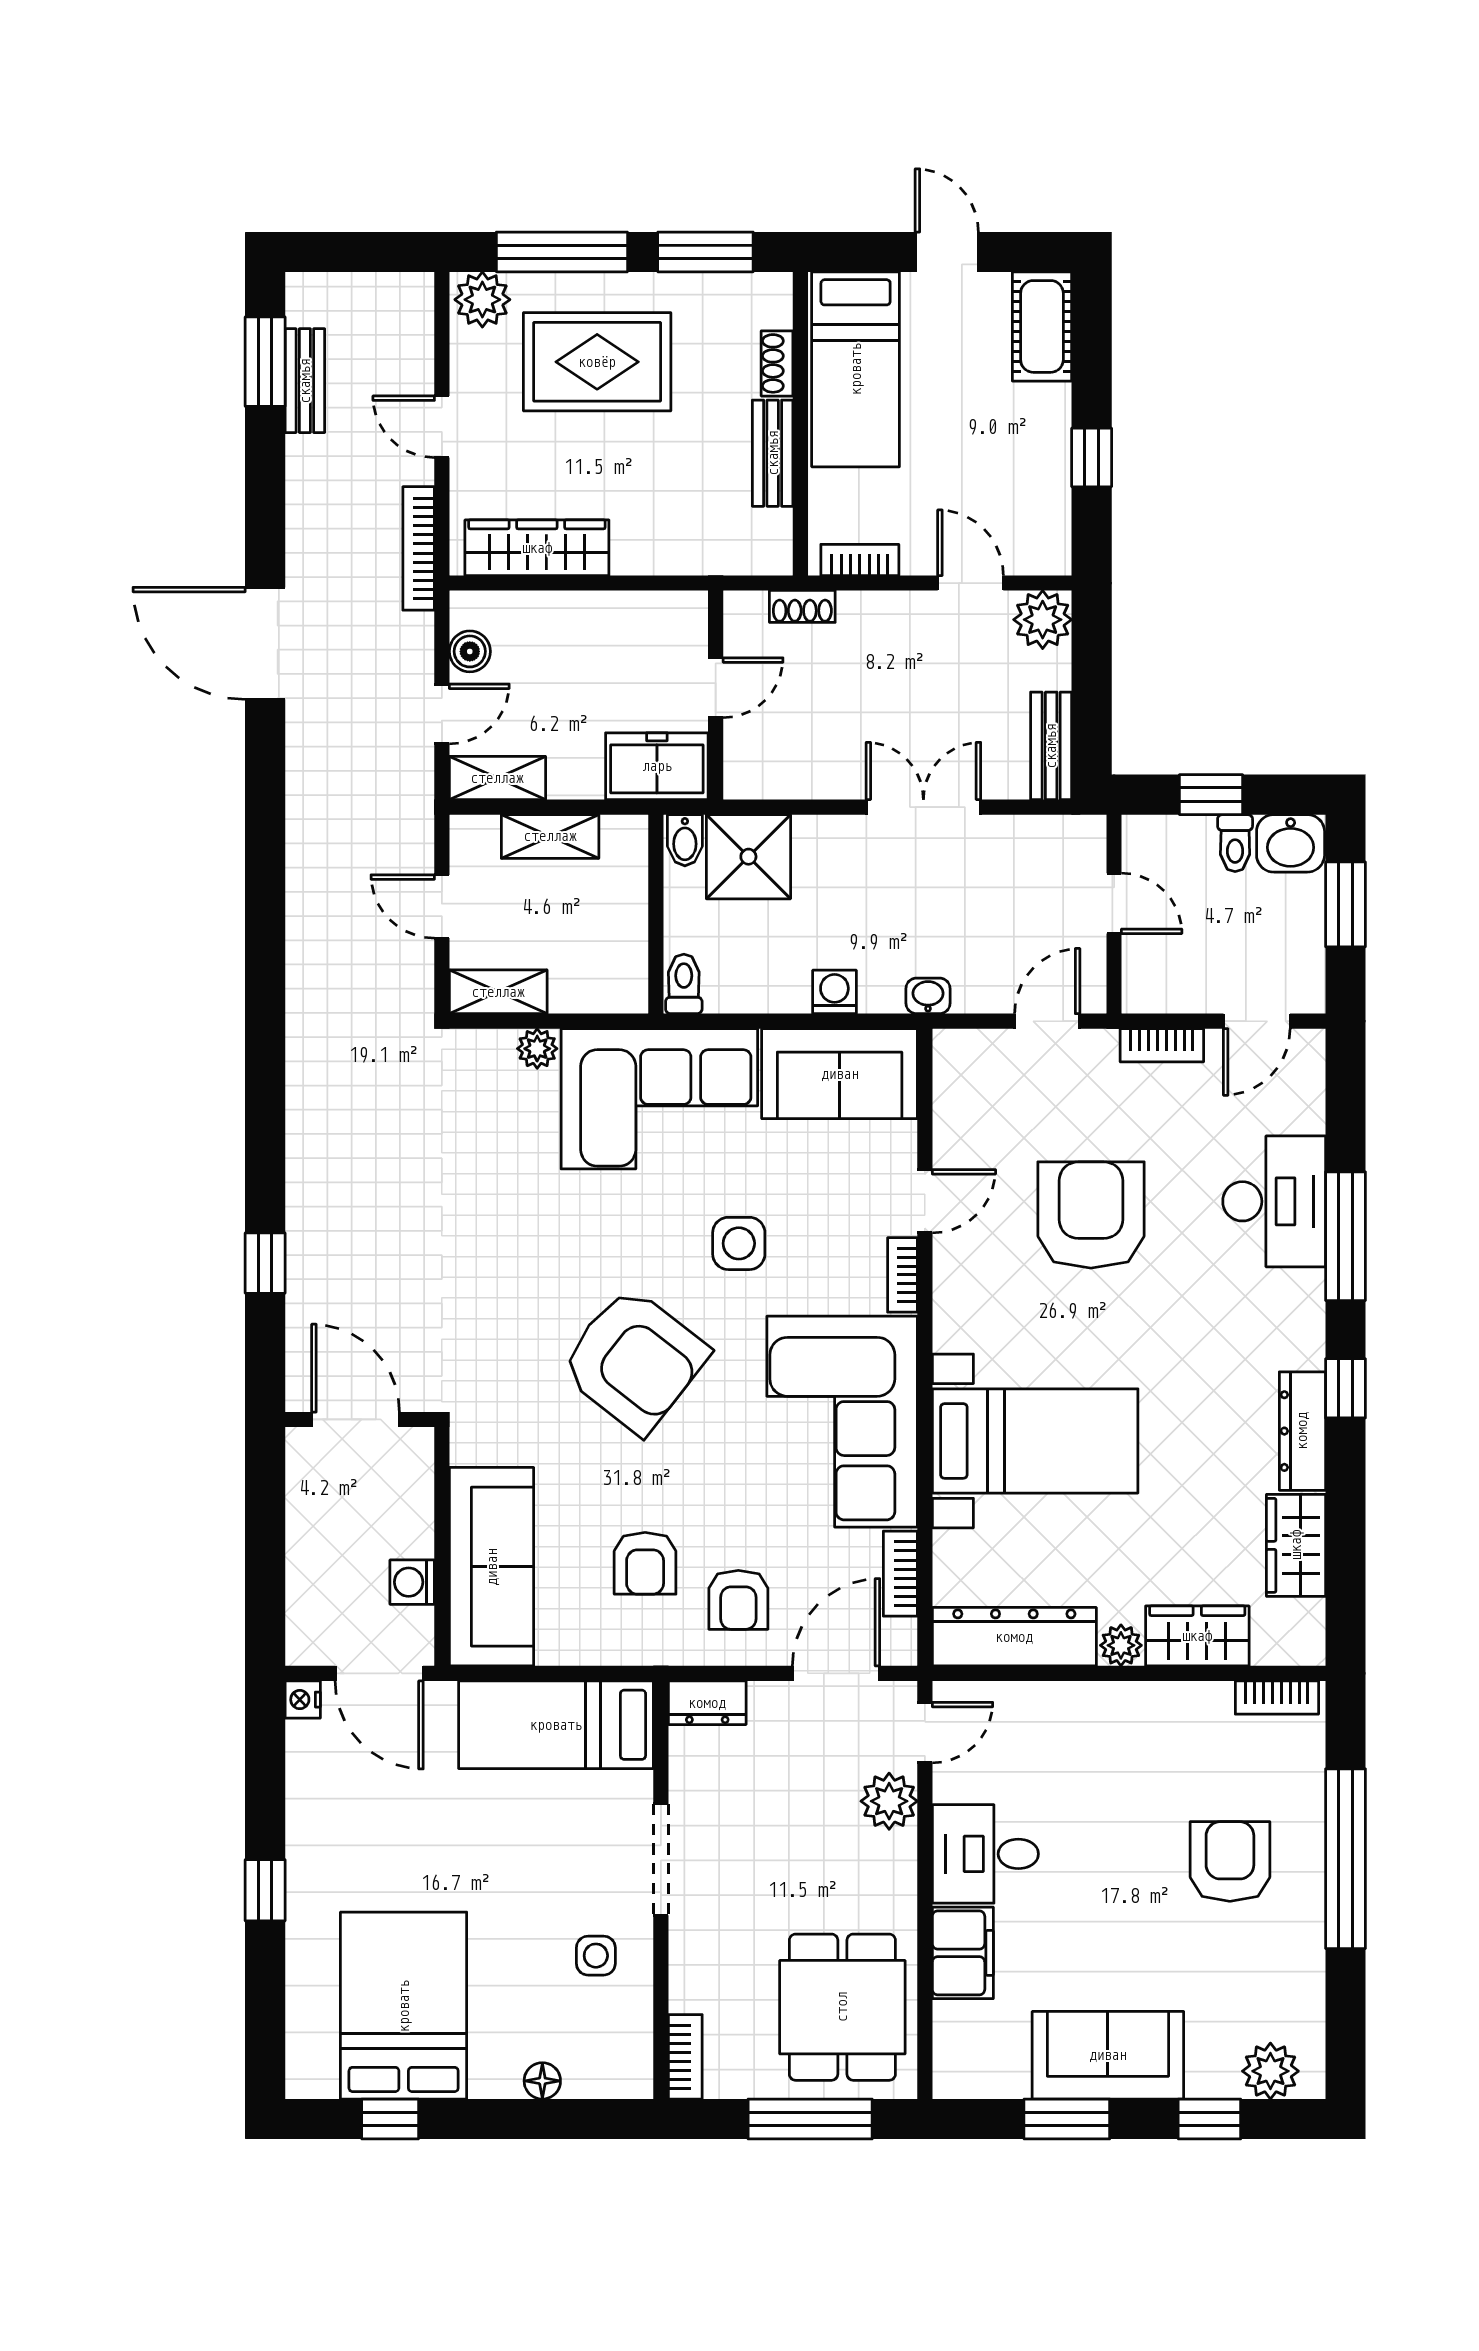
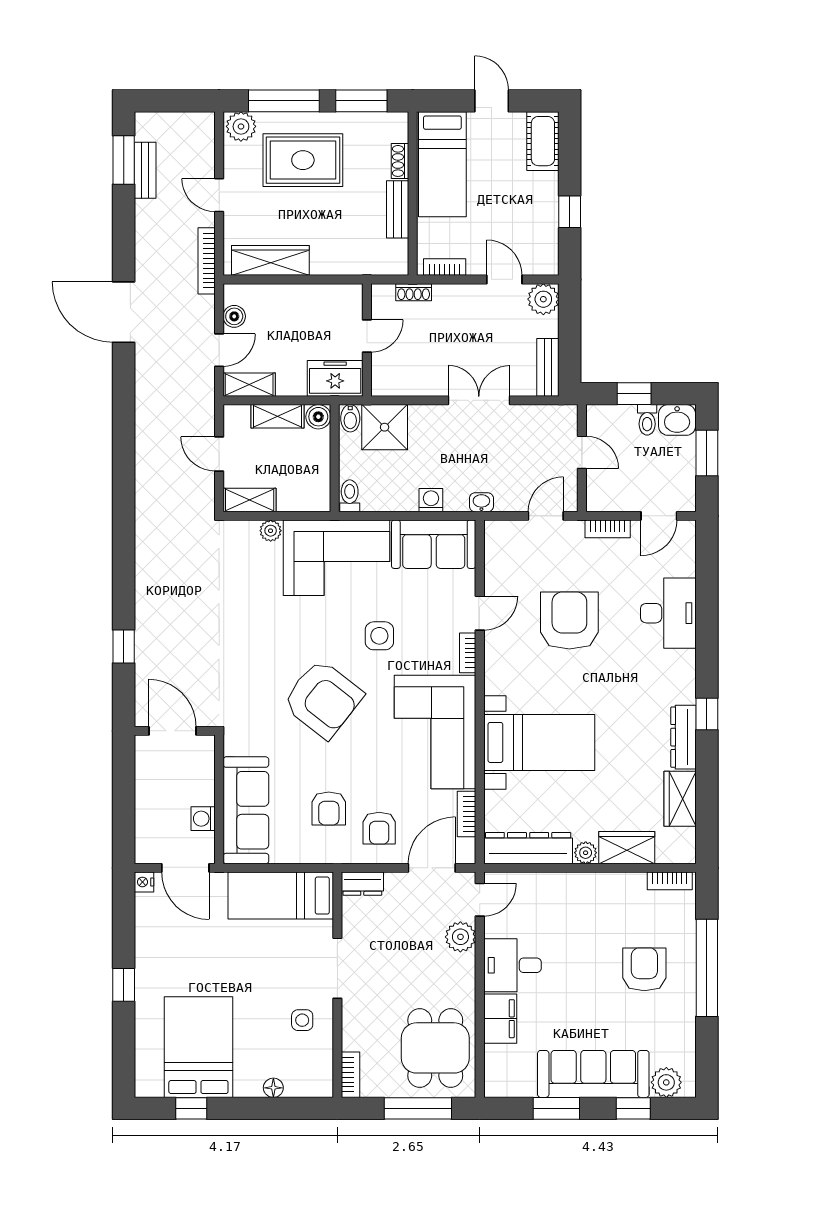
boiler: (626, 837) -> (318, 417), added
window: (1346, 1236) -> (707, 632), removed
sofa: (1108, 2055) -> (593, 1074), width x1.36

